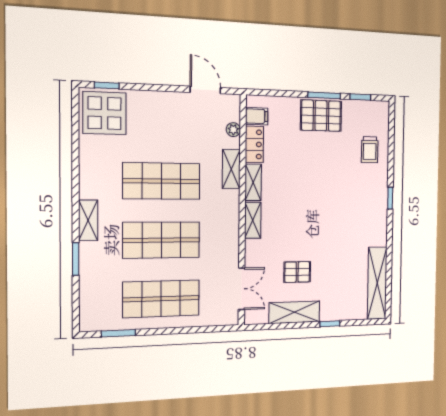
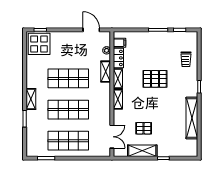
pallet: (321, 116) -> (155, 79), moved
shelving: (377, 283) -> (192, 118), moved

